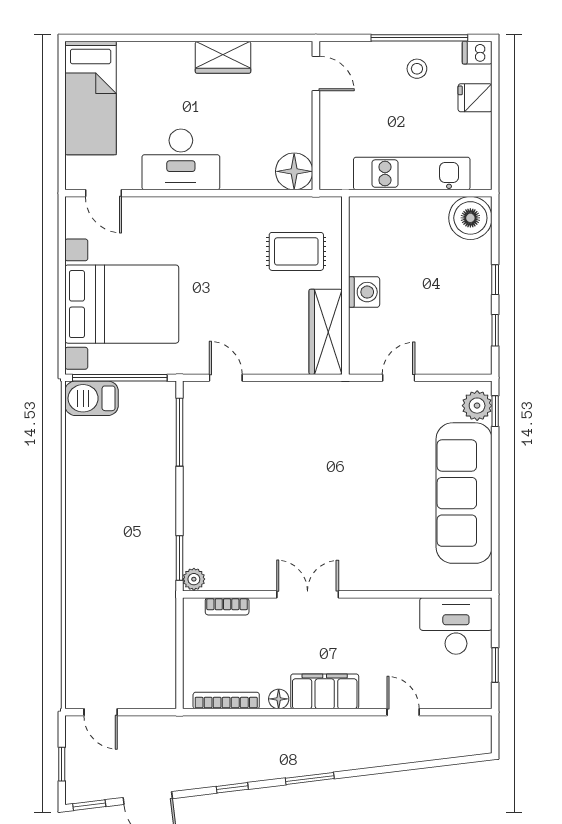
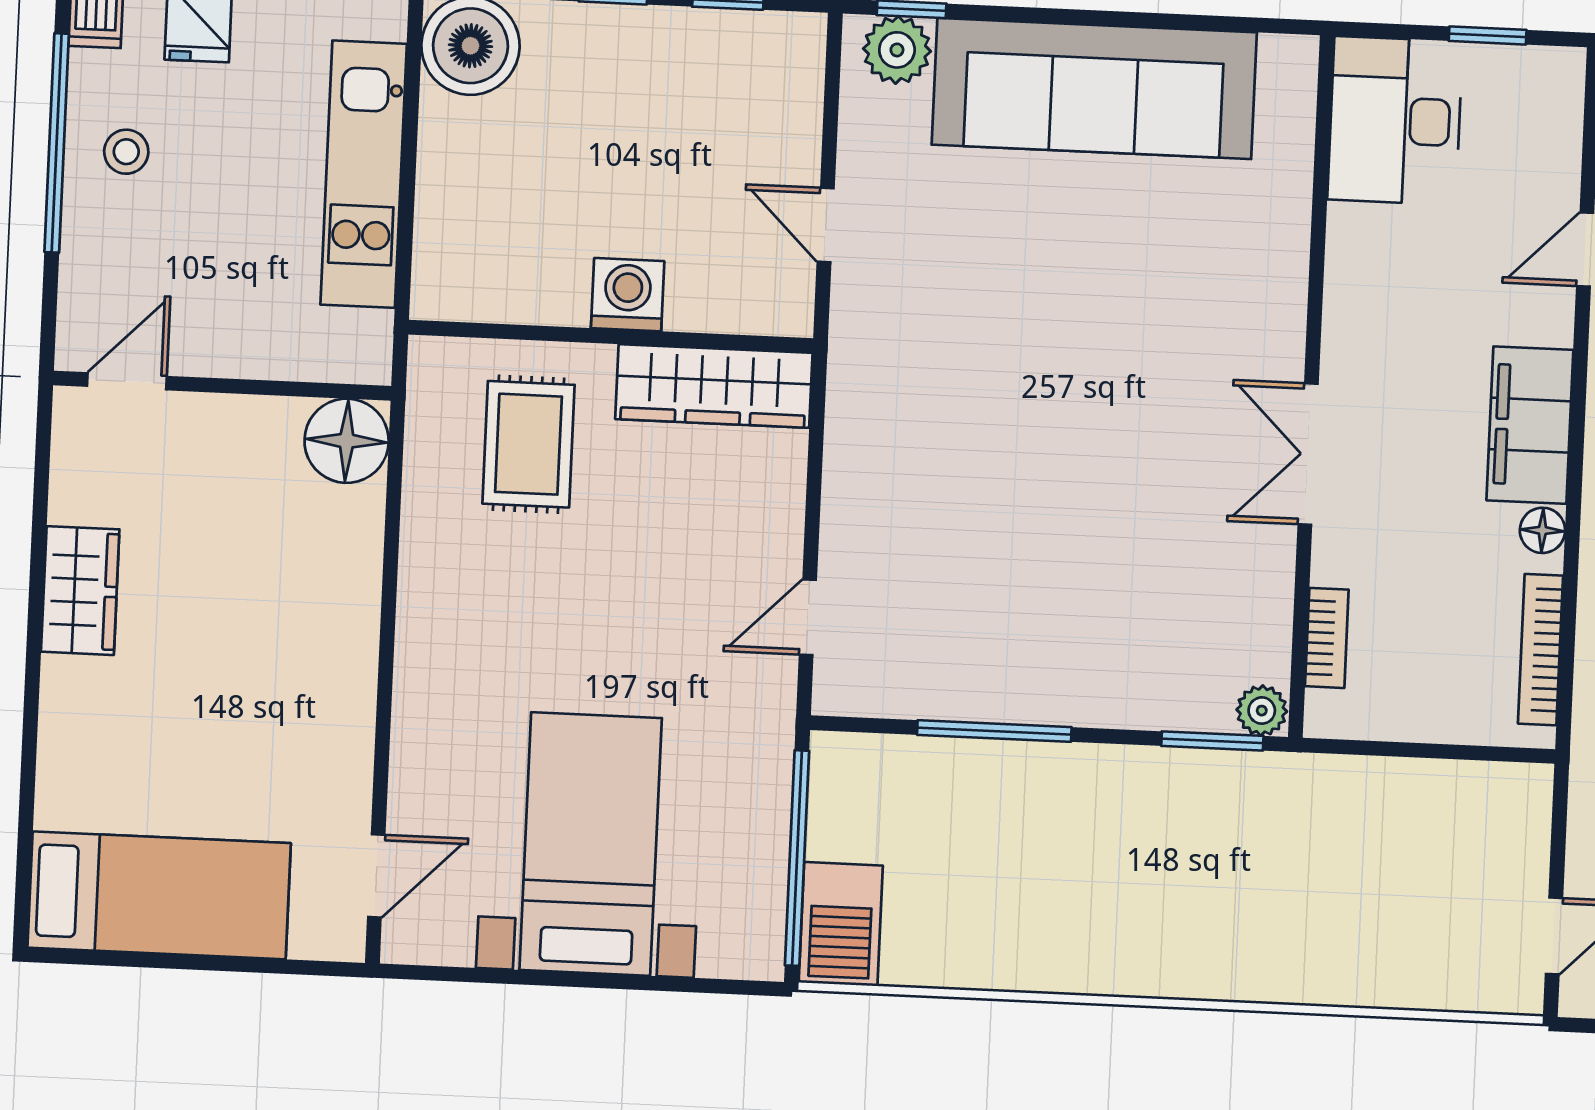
desk: (181, 159) -> (308, 697), removed
bed with nightstands: (122, 304) -> (591, 844), width x0.73
window: (179, 432) -> (994, 731), moved

